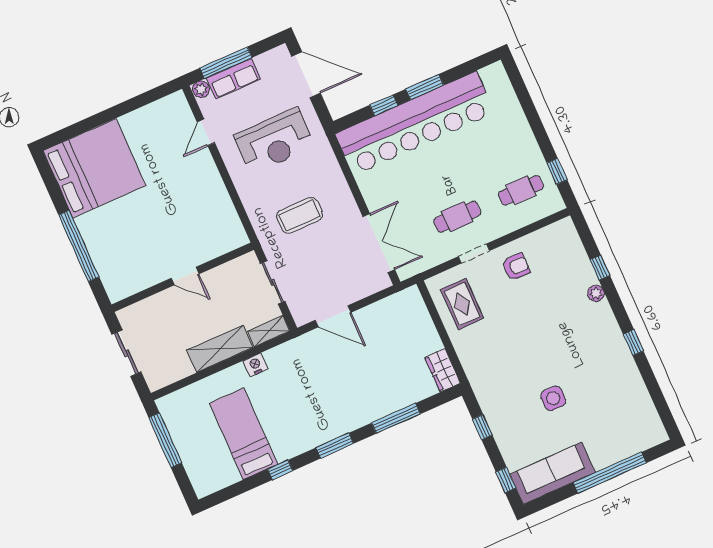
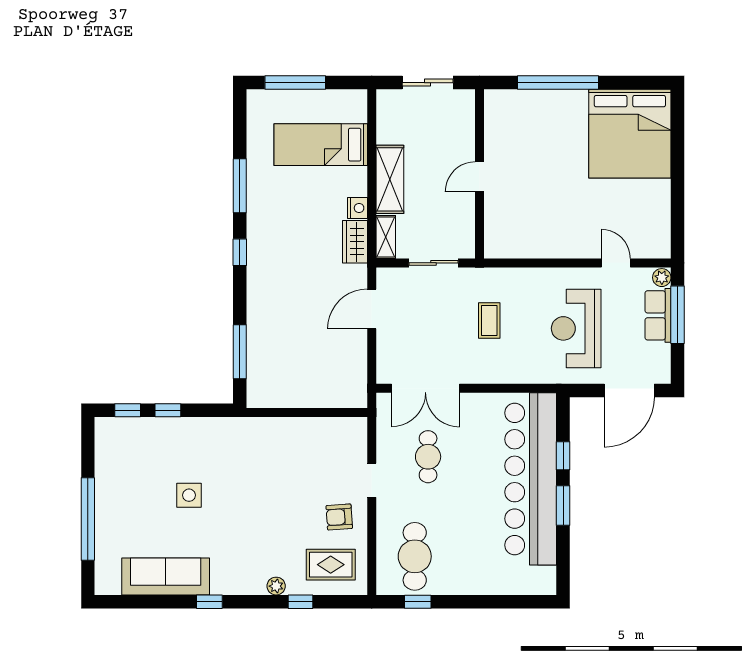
cafe table: (521, 190) -> (415, 556), width x1.37, depth x1.35
coffee table: (300, 215) -> (489, 320), width x0.73, depth x0.77
cafe table: (457, 217) -> (428, 457), moved
armchair: (516, 267) -> (339, 517), turned 86
rug: (462, 304) -> (331, 565), moved
wardrobe: (443, 370) -> (355, 242), moved, turned -90
window: (396, 418) -> (240, 352), moved
window: (482, 427) -> (168, 410), moved
bed: (244, 434) -> (321, 145), moved, turned 180
window: (165, 440) -> (295, 83), moved
window: (335, 446) -> (240, 252), width x0.67
window: (280, 470) -> (240, 186), width x2.17
sofa: (553, 473) -> (166, 576), moved, turned -90

